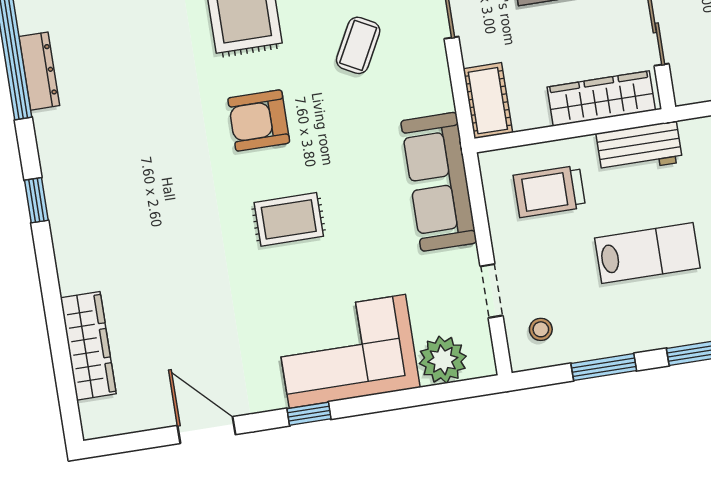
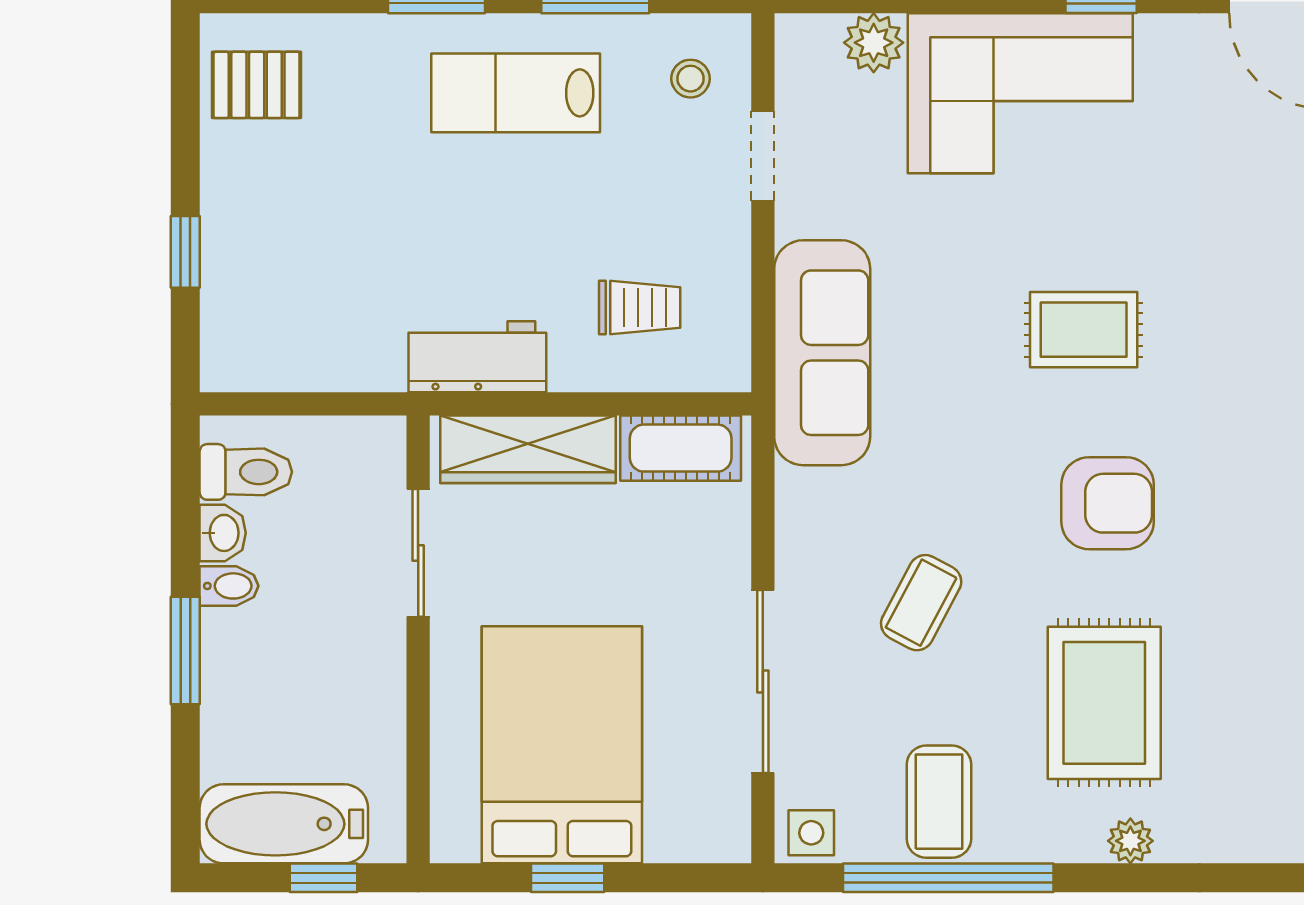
cot: (488, 101) -> (681, 448), moved, turned 90
trolley: (549, 191) -> (640, 308), width x0.73, depth x0.72
lab bench: (647, 253) -> (516, 93), moved
plant: (443, 360) -> (874, 43), width x0.73, depth x0.73

